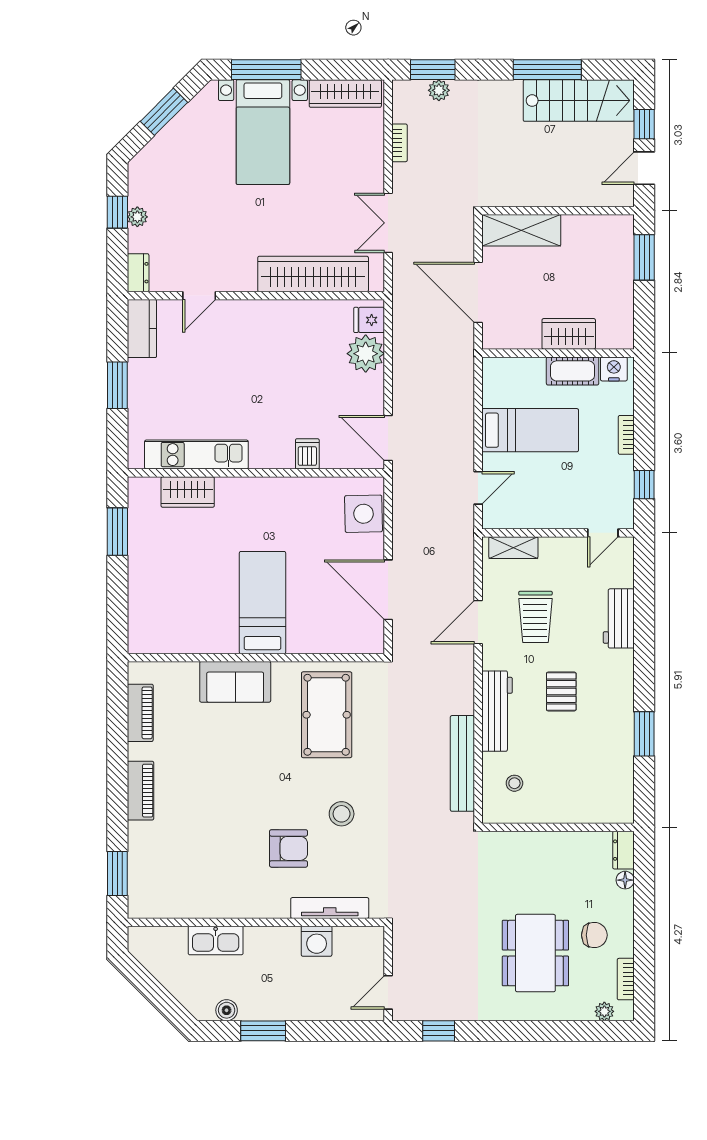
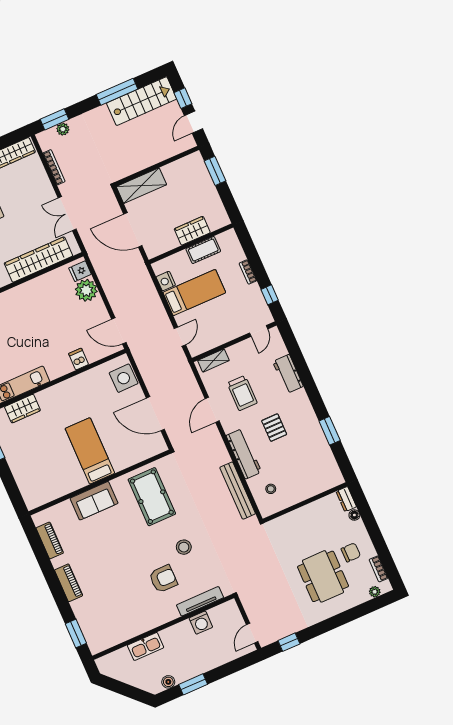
bookcase: (400, 143) -> (54, 167), width x1.56
nightstand: (614, 369) -> (166, 281), moved, turned -90

